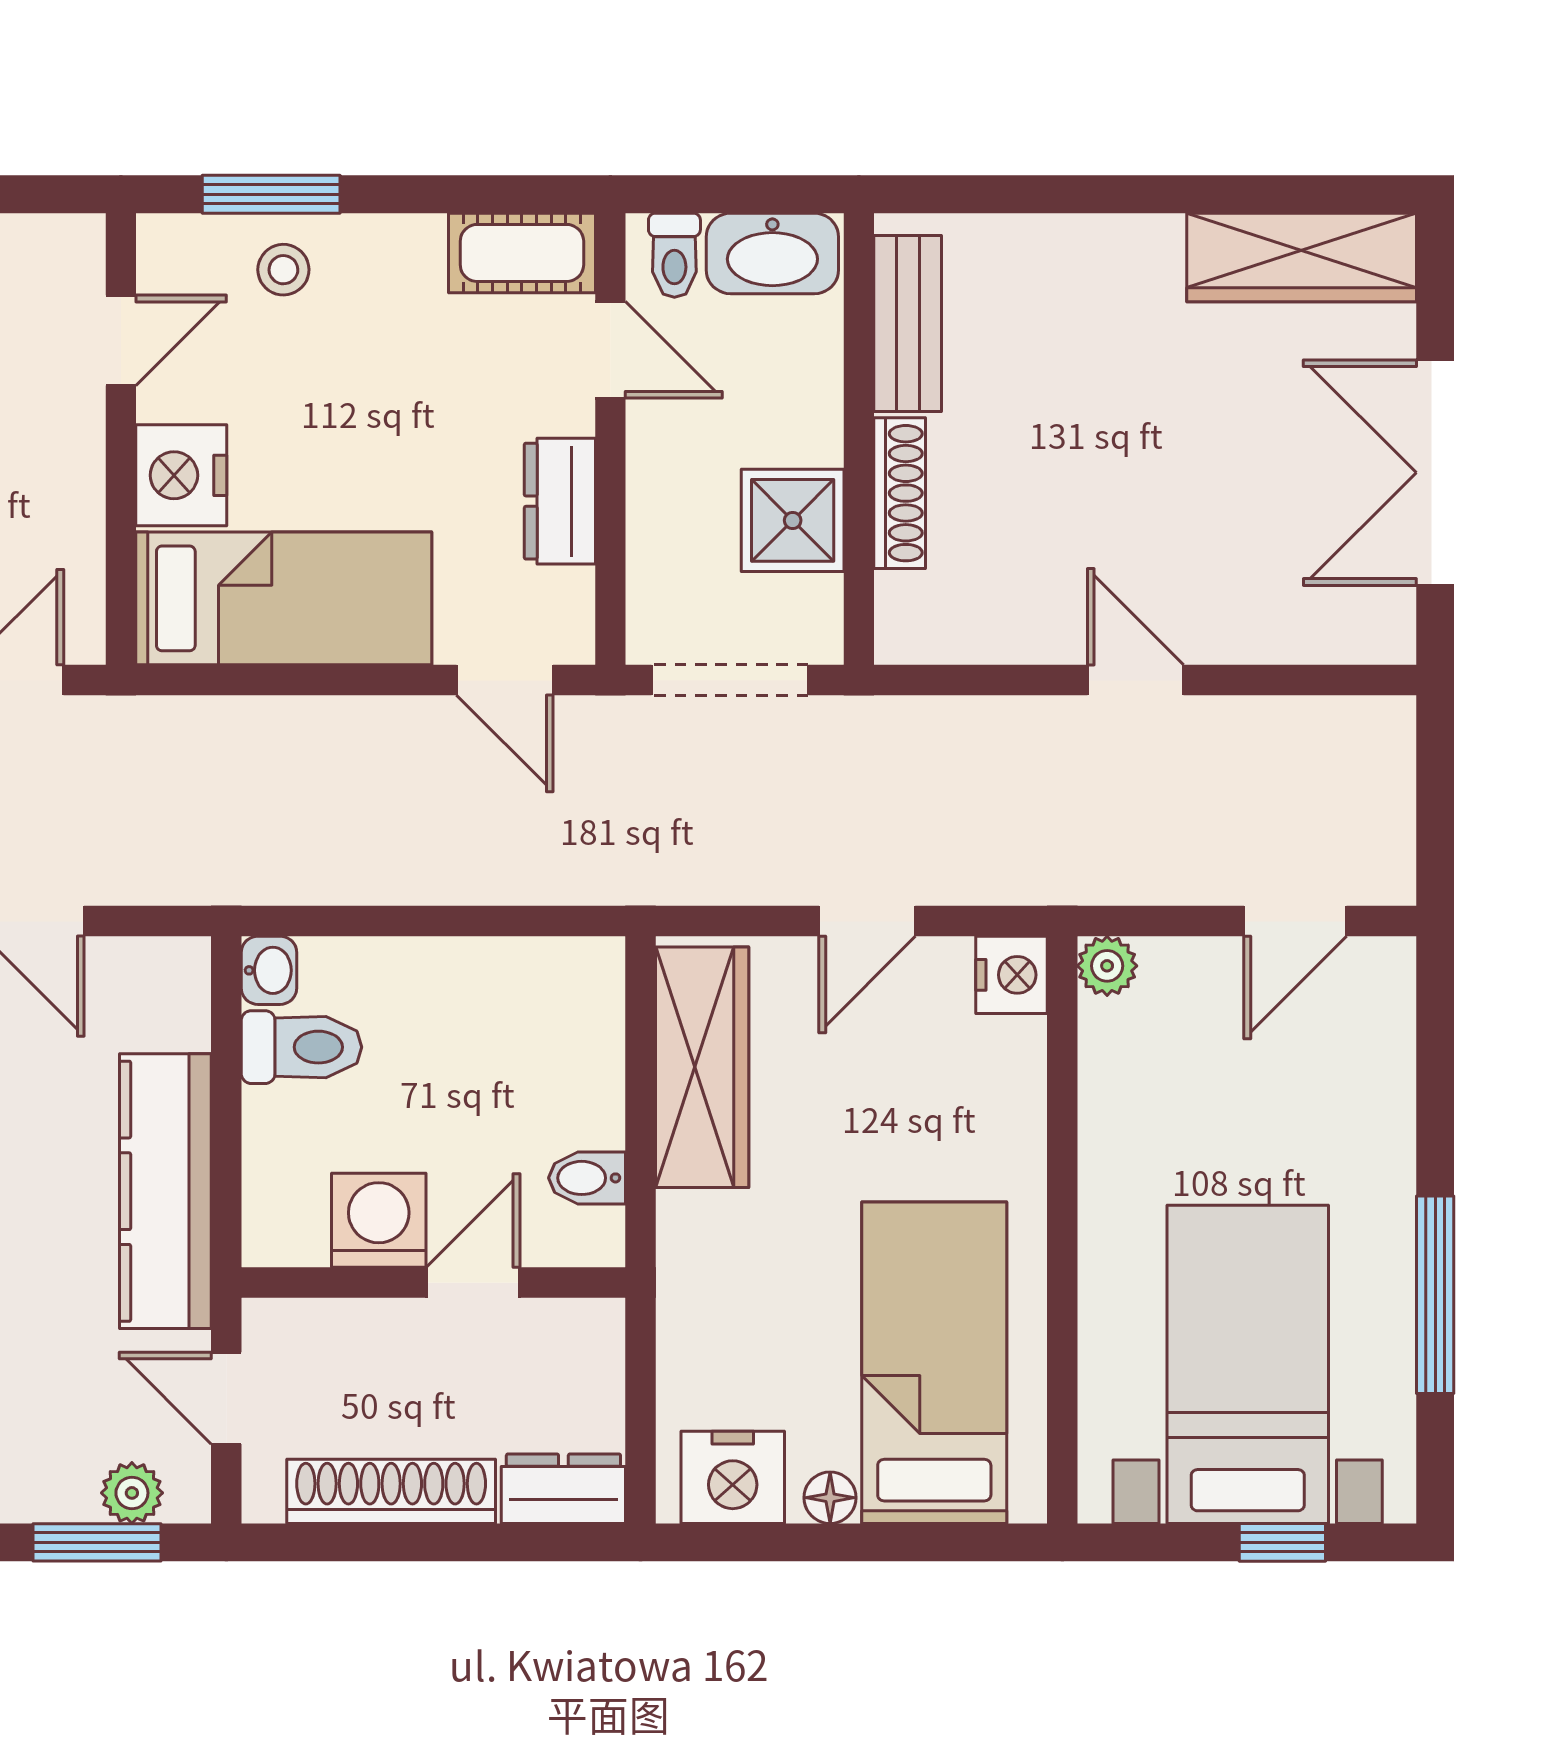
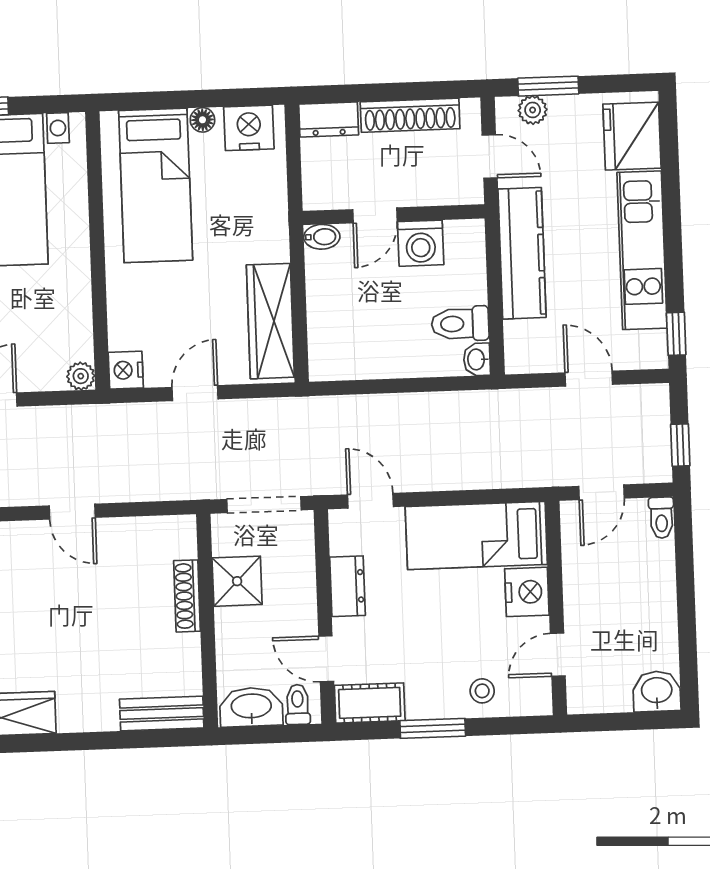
window: (271, 194) -> (433, 728), moved
bench: (908, 324) -> (162, 713), moved, turned 90
bidet: (587, 1178) -> (322, 237), moved

